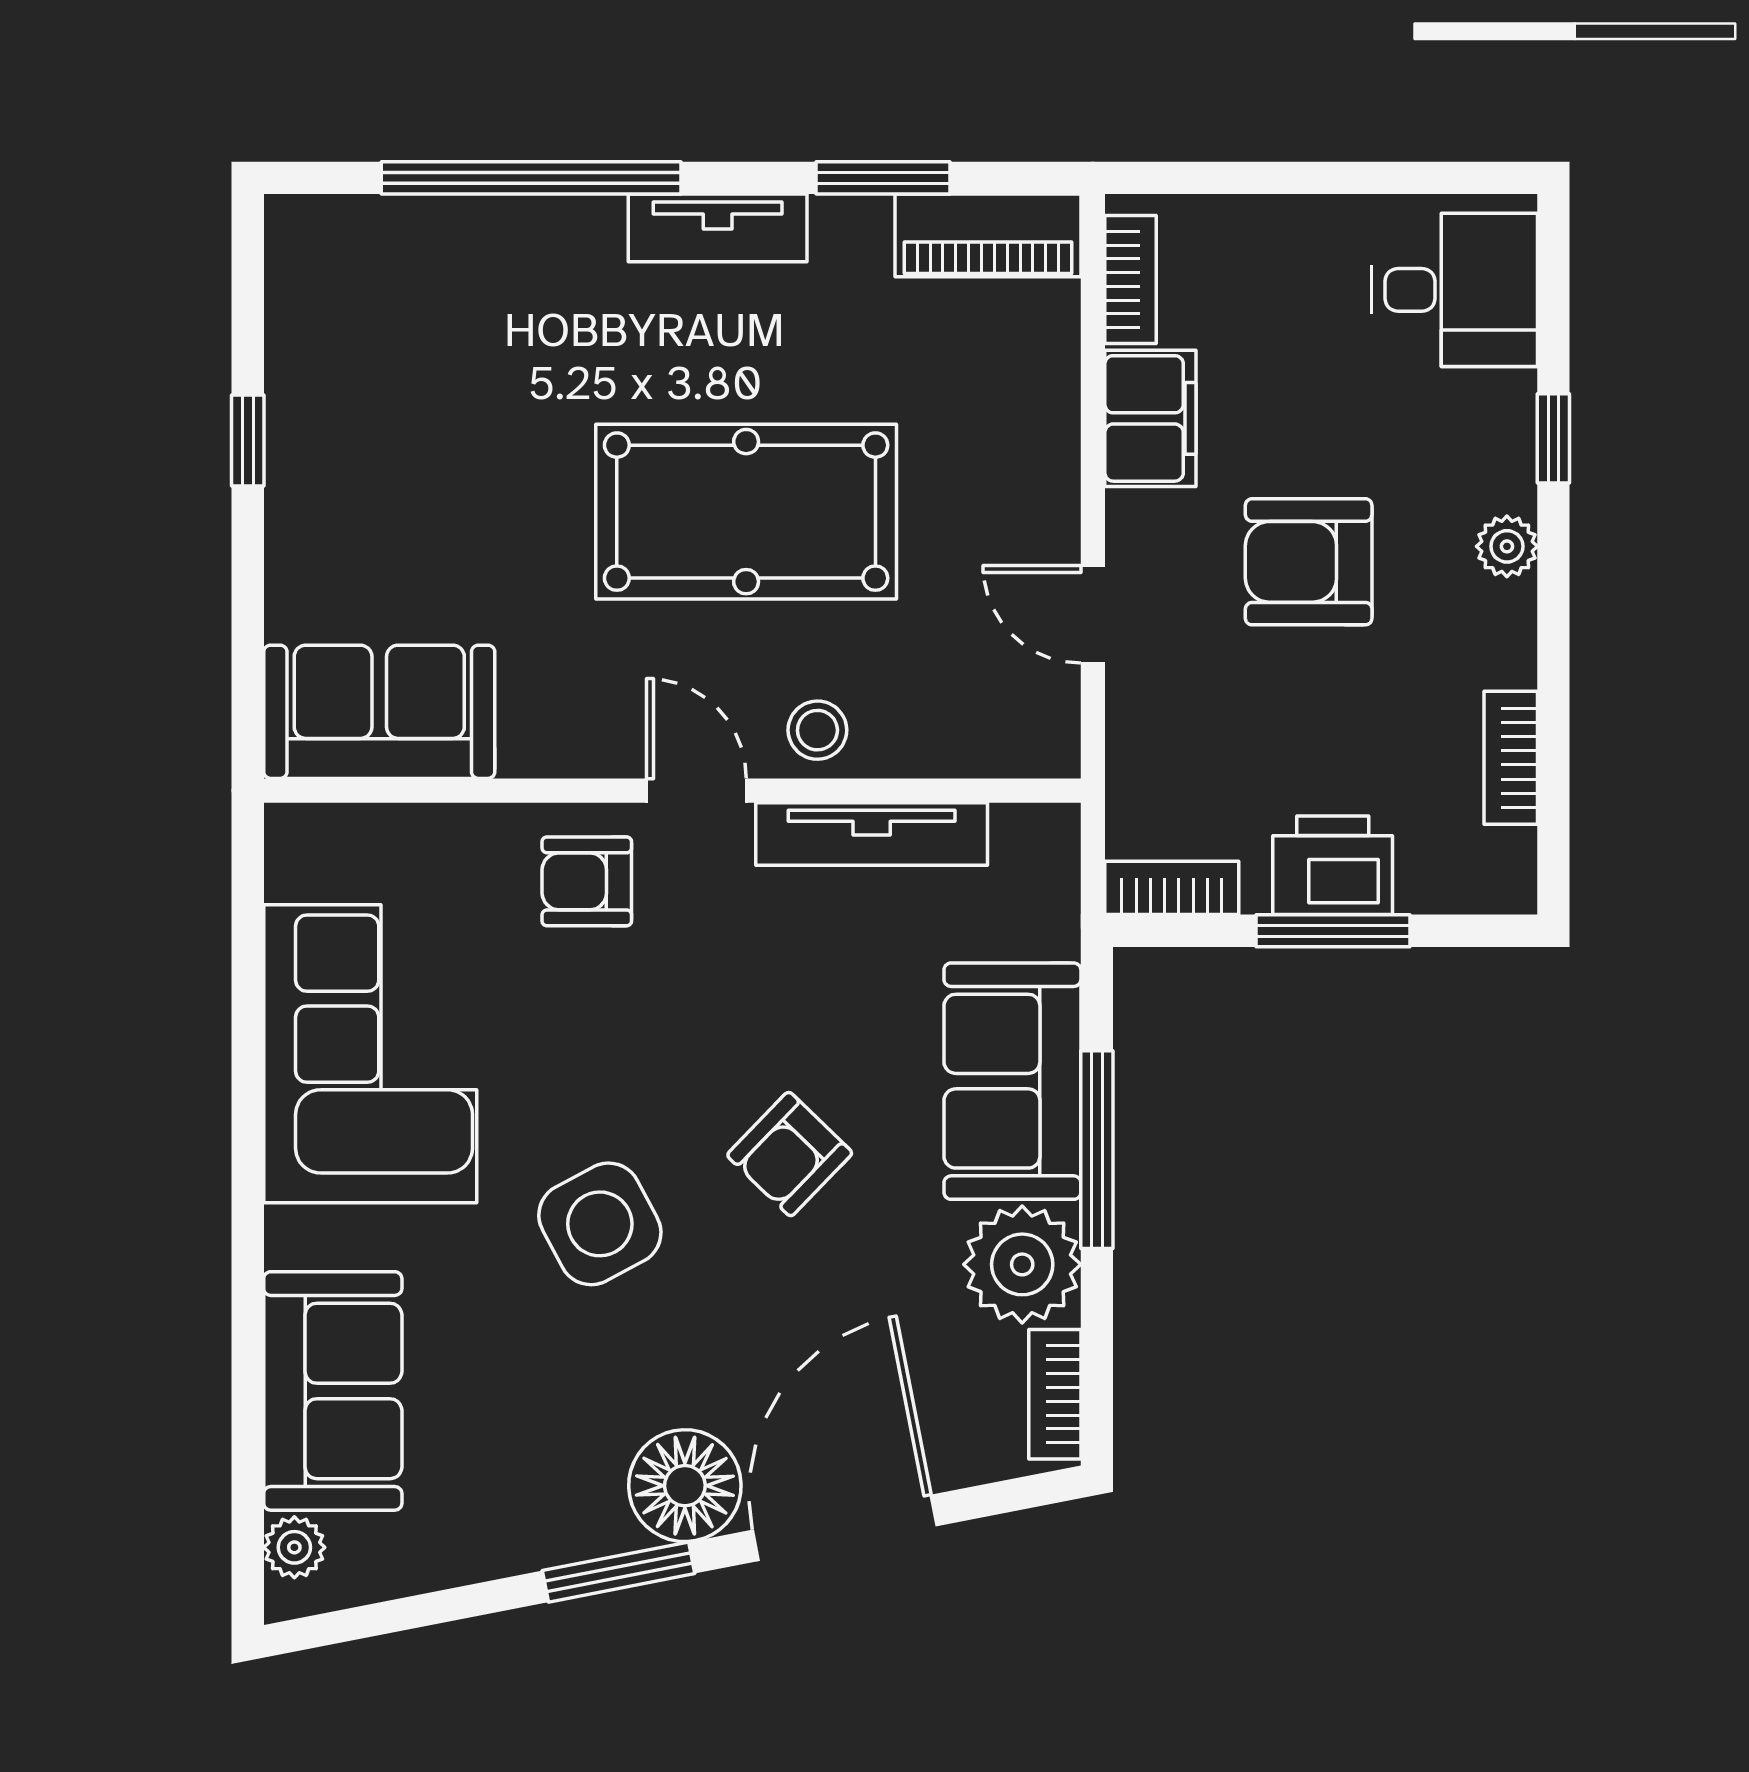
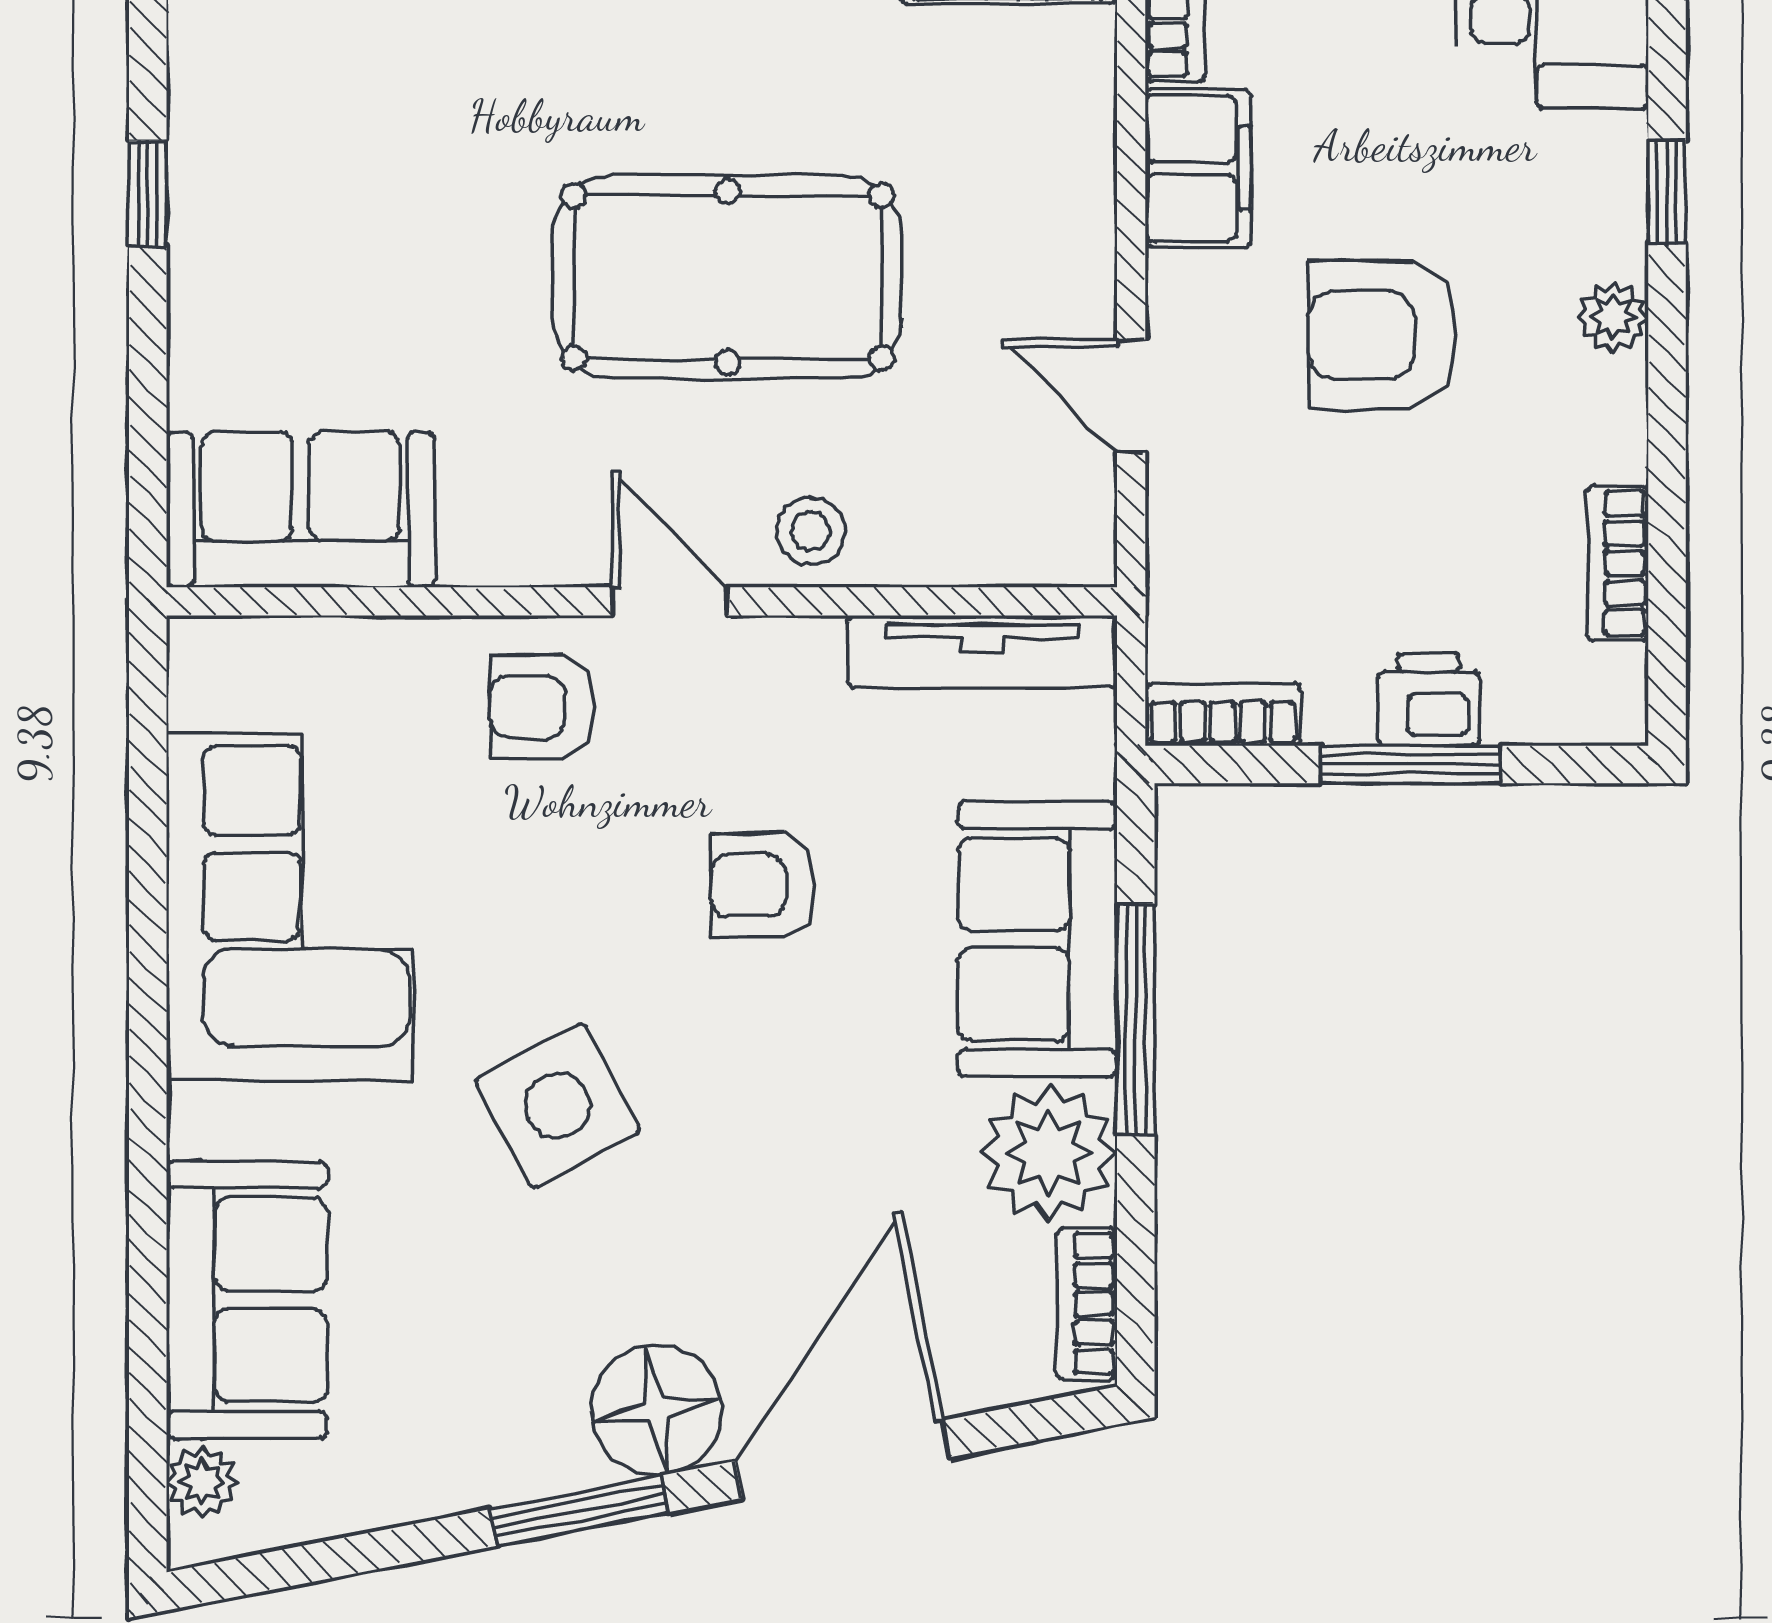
tv unit: (872, 834) -> (982, 652), moved
printer: (1333, 865) -> (1429, 699), width x0.73, depth x0.81
armchair: (790, 1154) -> (763, 885), moved, turned 46

